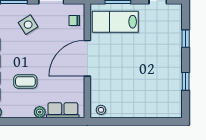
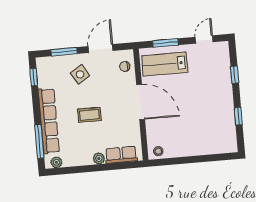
door: (87, 58) -> (141, 102), swing flipped
coffee table: (25, 81) -> (89, 115), moved

